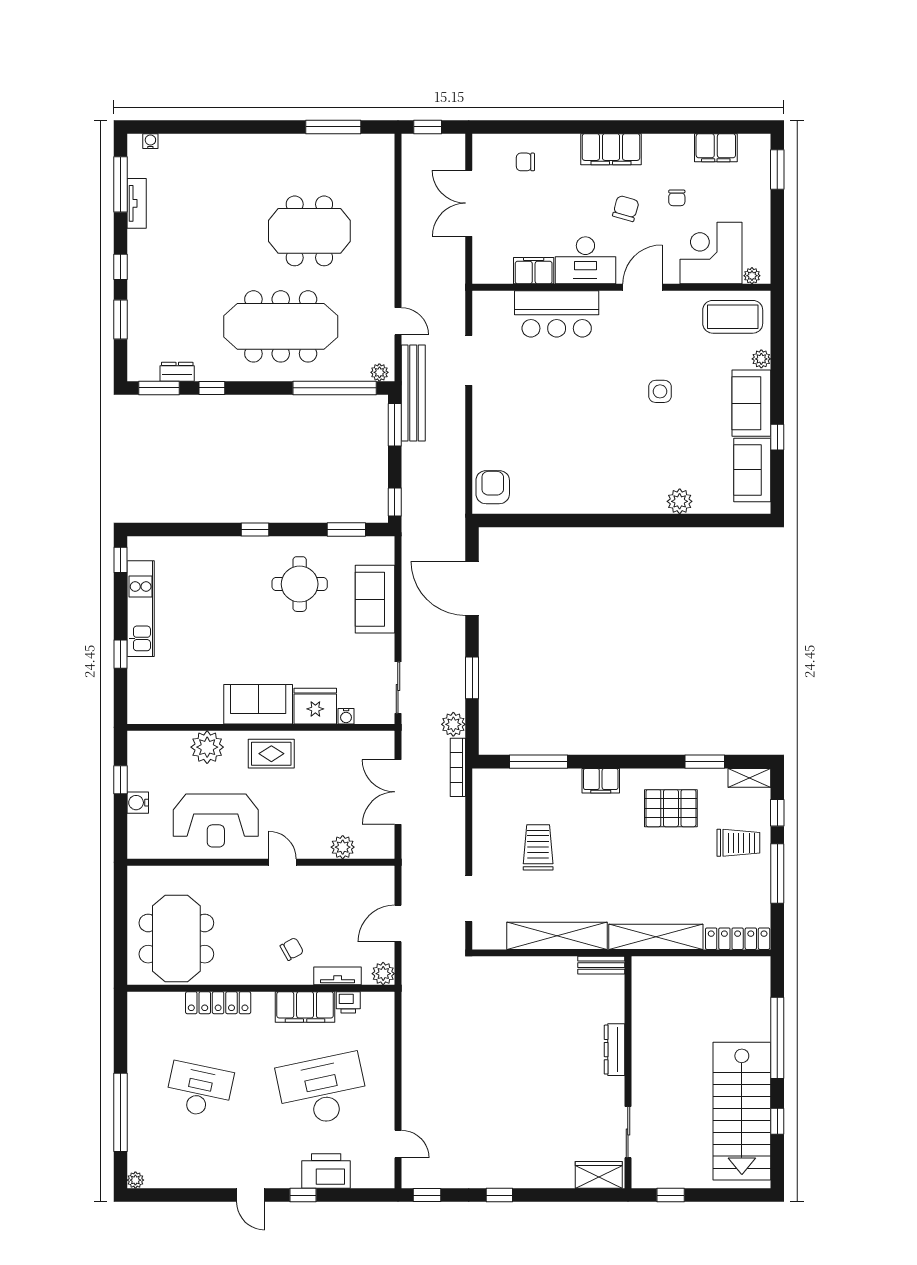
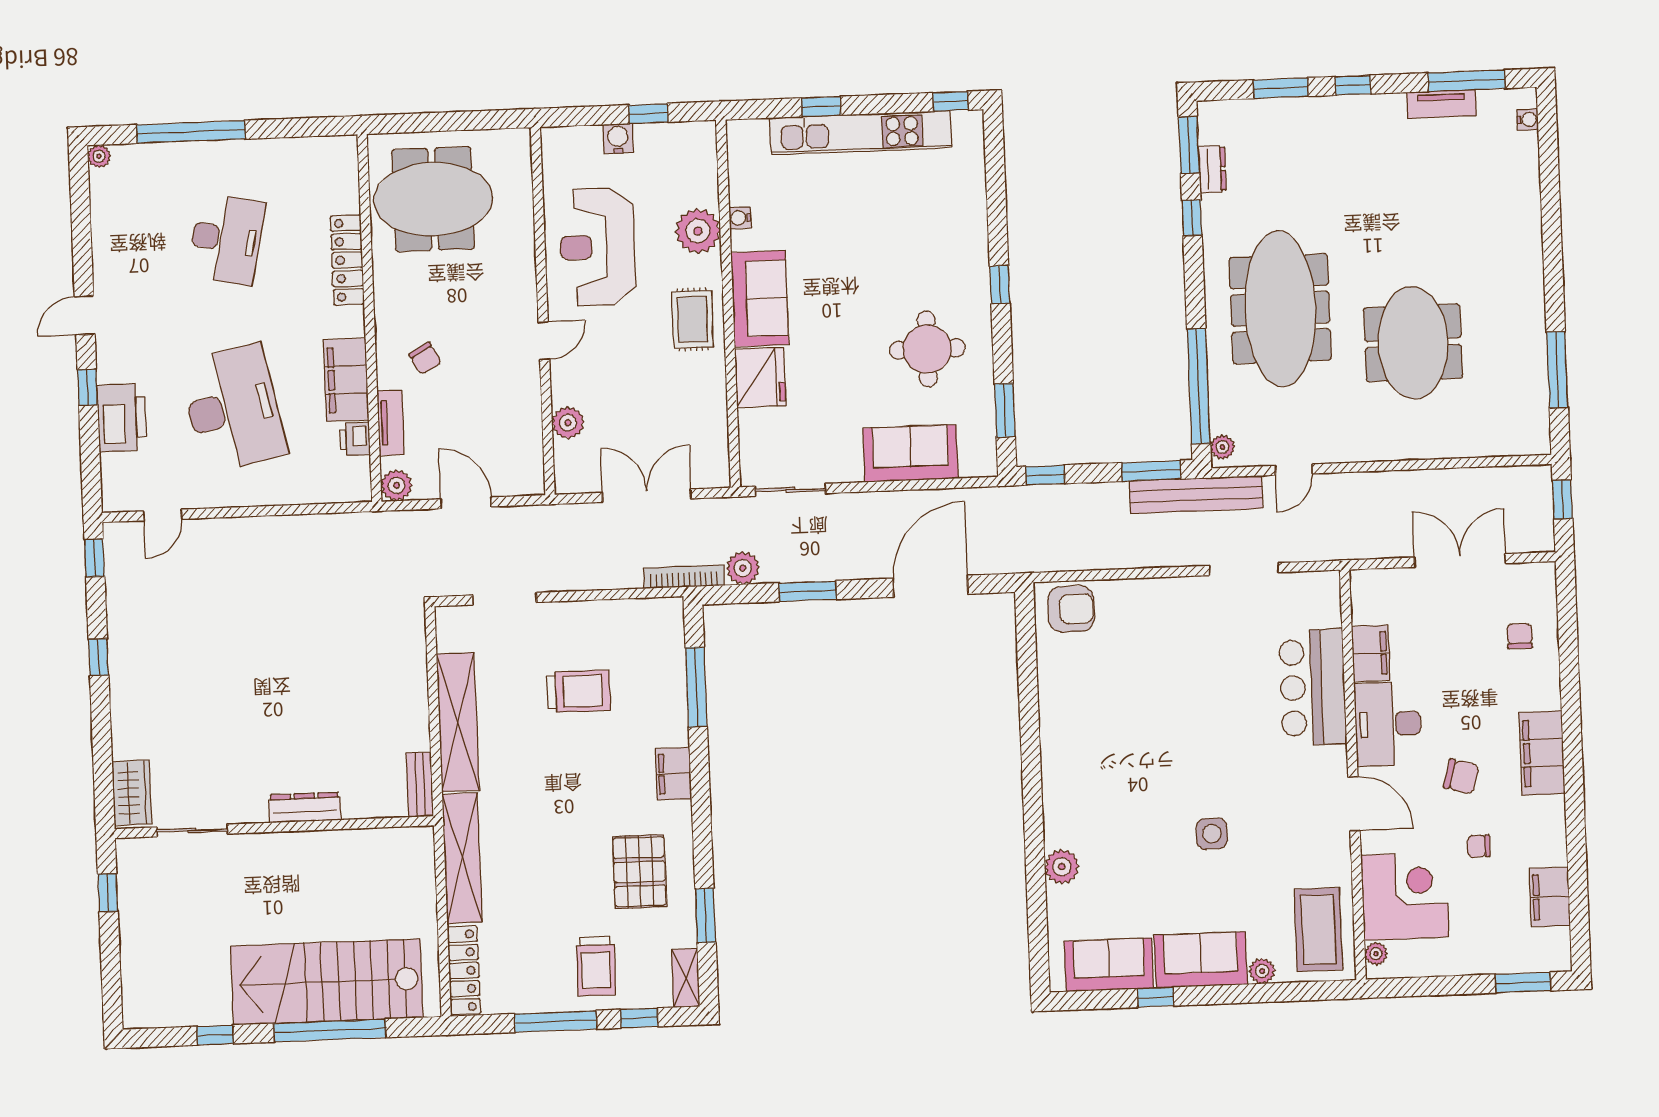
kitchen unit: (141, 609) -> (861, 133), width x1.36
water cooler: (346, 716) -> (740, 218), moved
stairs: (742, 1111) -> (327, 982), moved

